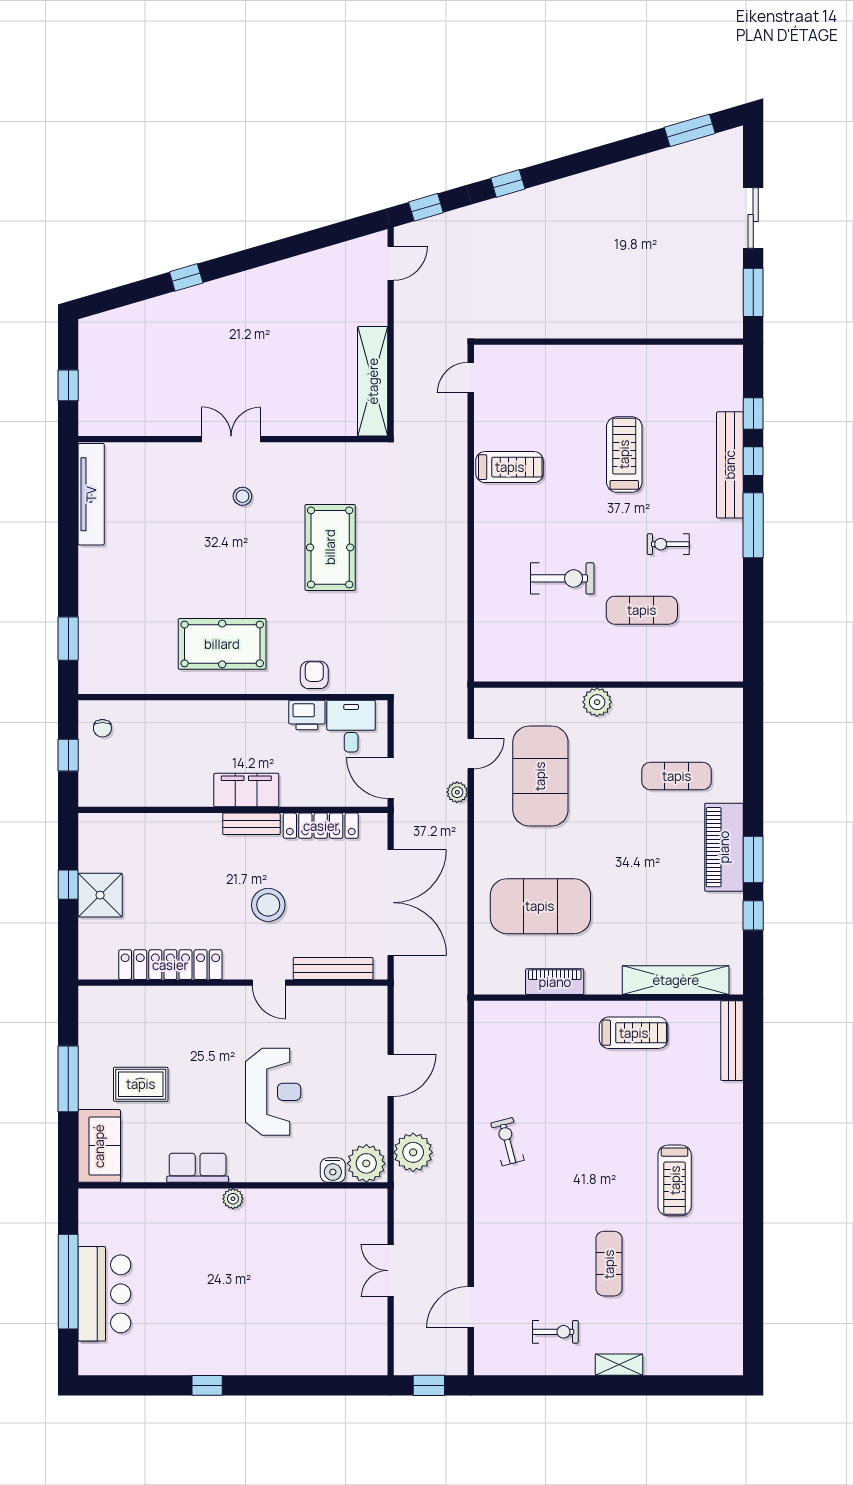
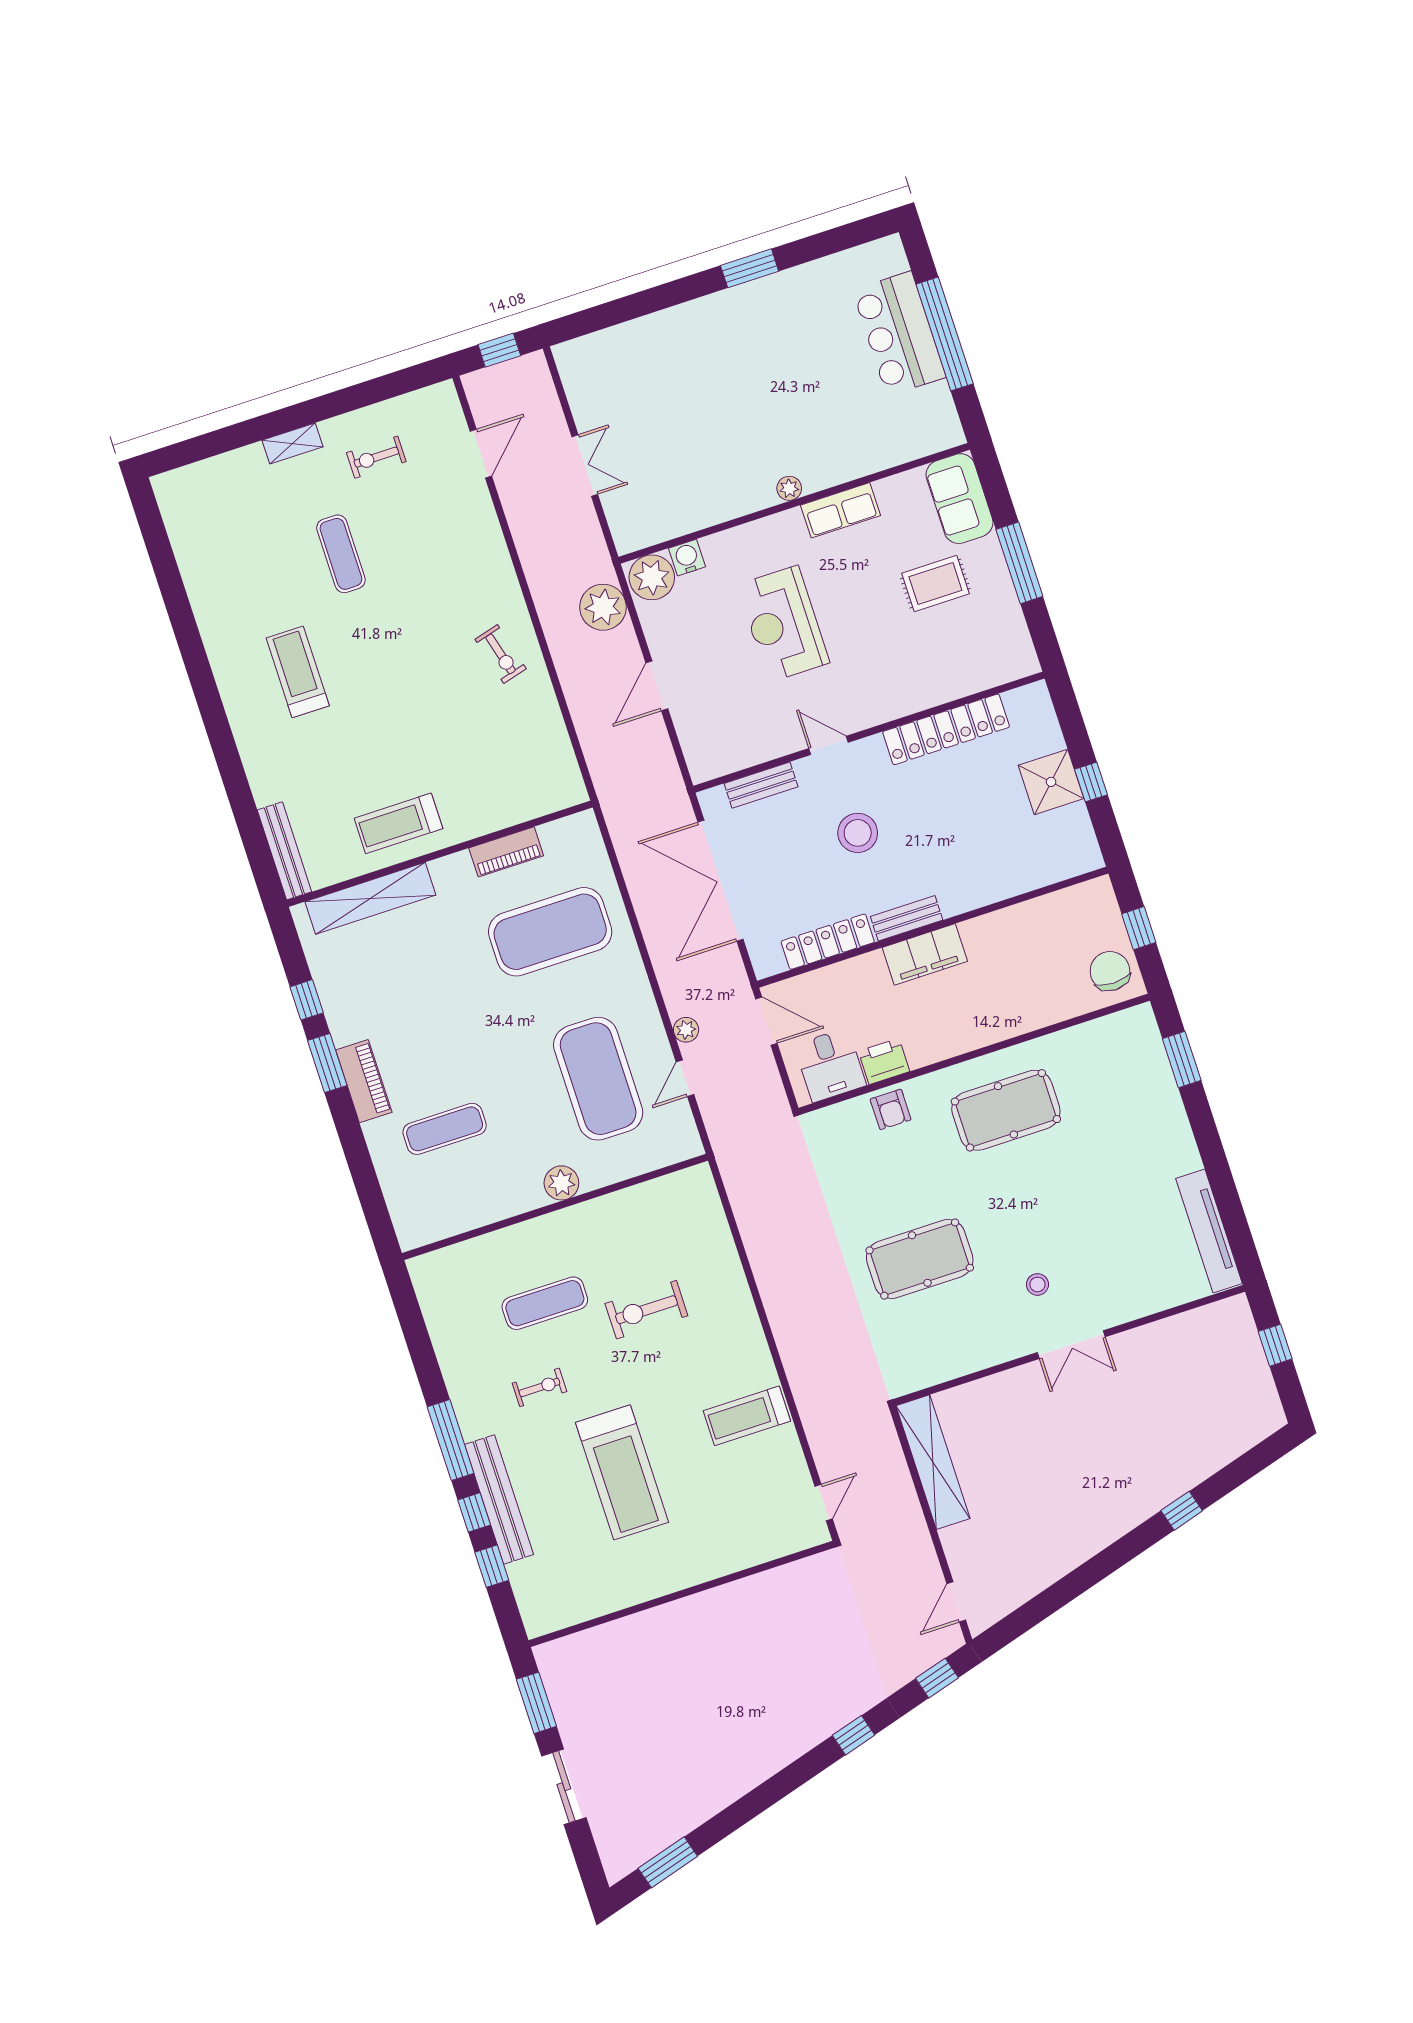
treadmill: (624, 454) -> (622, 1472), width x1.37, depth x1.38
pool table: (330, 547) -> (920, 1259), turned 90
chair: (102, 728) -> (1110, 971), width x1.87, depth x1.87
piano: (724, 847) -> (364, 1081), width x0.73, depth x0.75
bench: (333, 968) -> (761, 785), width x0.73
window: (207, 1385) -> (750, 268), width x1.50

